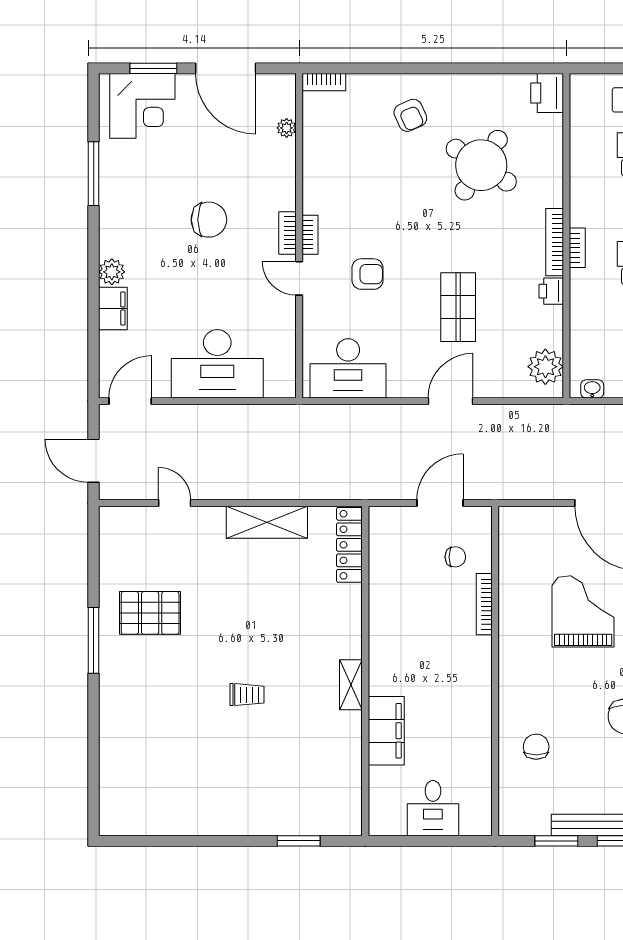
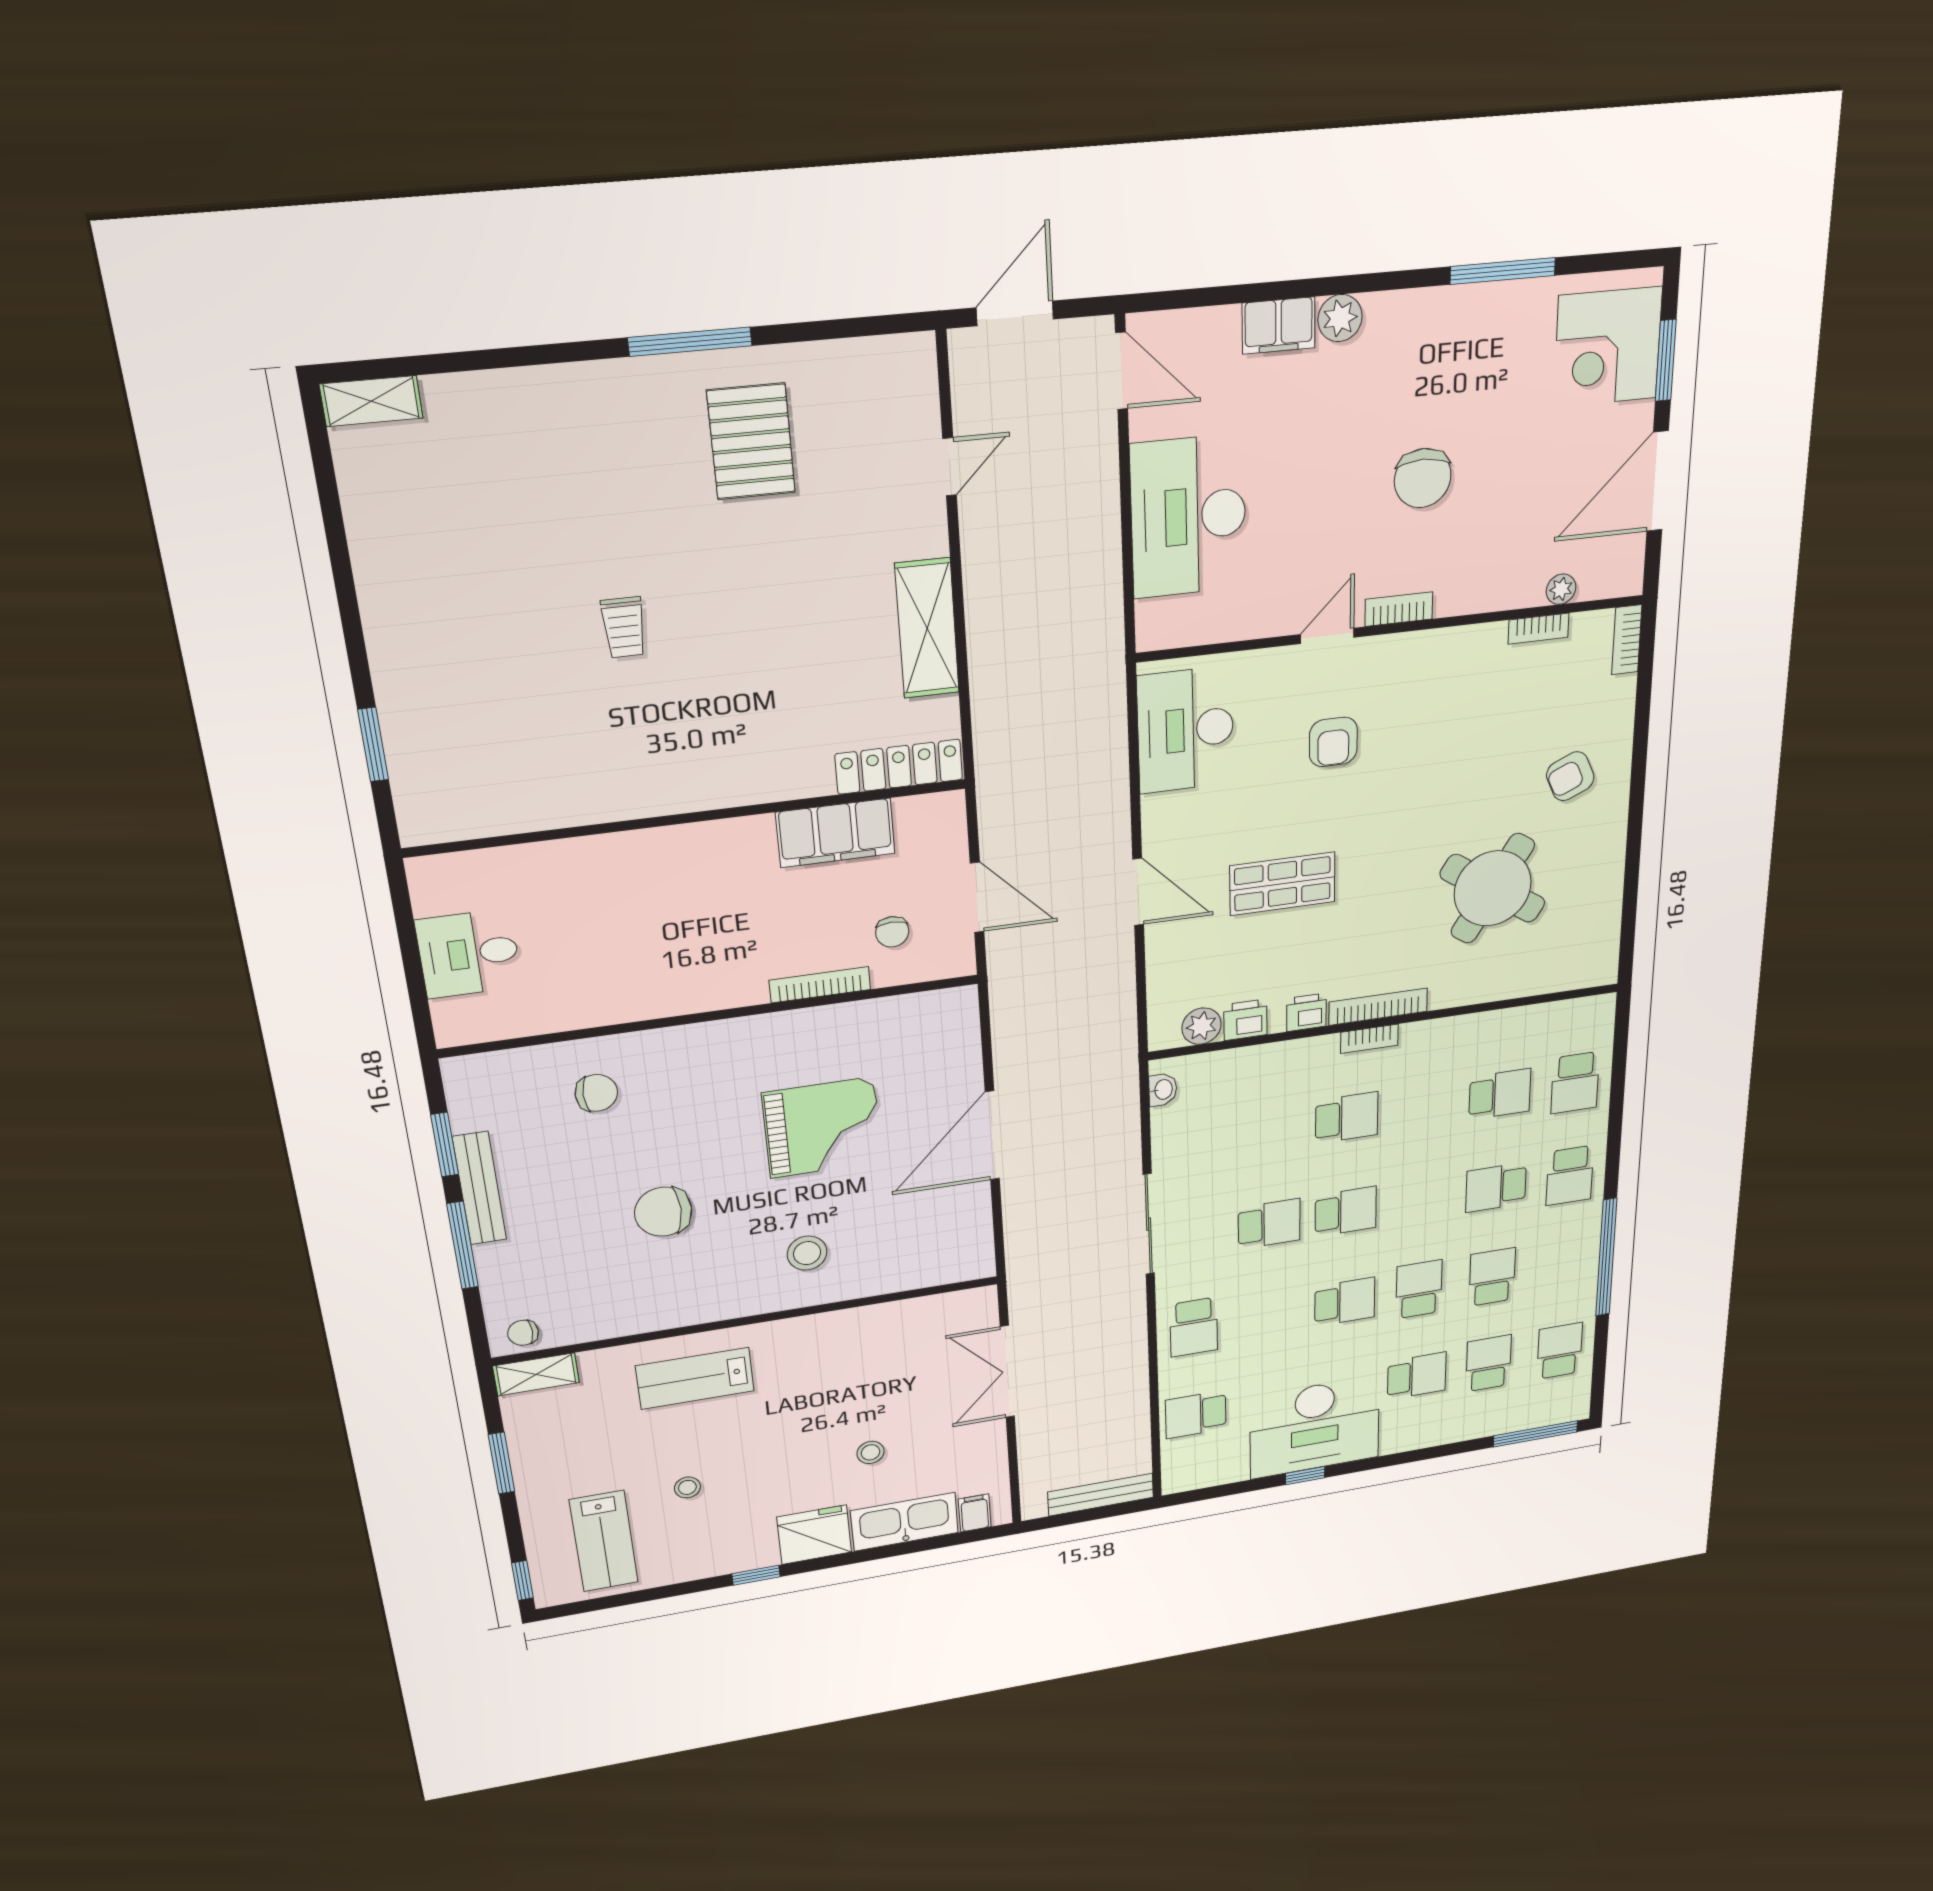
printer: (547, 93) -> (1245, 1020), moved, width x0.73, depth x0.81
bookcase: (310, 235) -> (1538, 629), moved
plant: (545, 367) -> (1202, 1026), width x0.73, depth x0.73
shelving: (351, 685) -> (371, 401), moved
filing cabinet: (386, 731) -> (835, 833), moved

